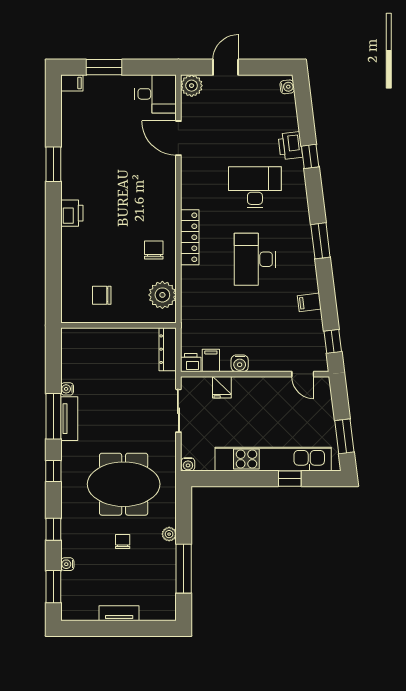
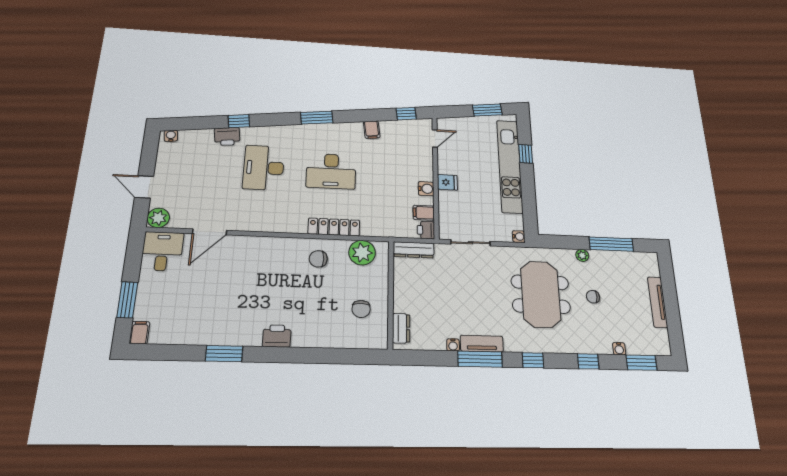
locker: (190, 237) -> (334, 227), moved
dresser: (83, 336) -> (401, 328), added
fridge: (222, 387) -> (447, 182), moved
tv unit: (119, 613) -> (658, 302), width x1.41

